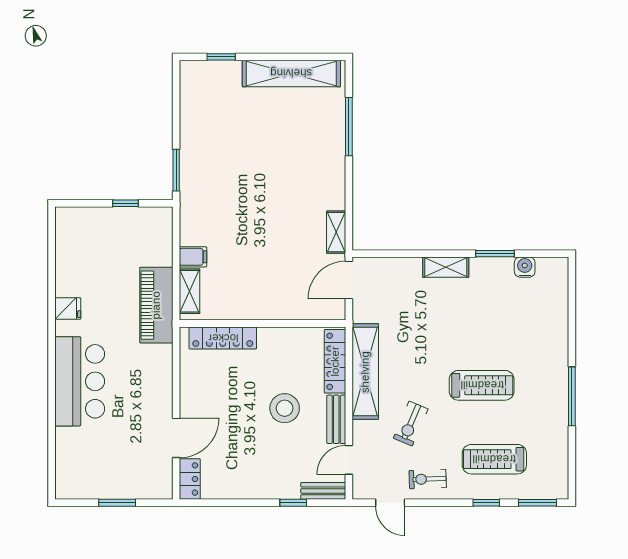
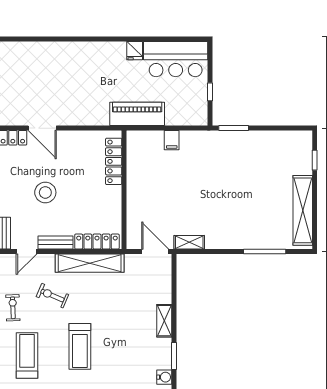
shelving: (190, 291) -> (147, 138), removed
bar counter: (80, 381) -> (176, 59), moved
stool: (285, 408) -> (45, 192), moved
door: (349, 460) -> (26, 251), swing flipped

